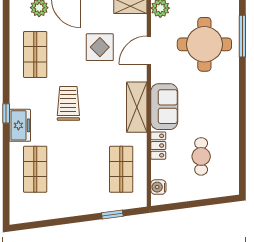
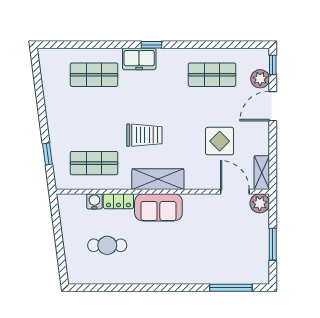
round table: (204, 44) -> (223, 249), removed
door: (149, 50) -> (235, 192), moved
trolley: (68, 103) -> (144, 135), moved
water cooler: (158, 187) -> (94, 201), moved

